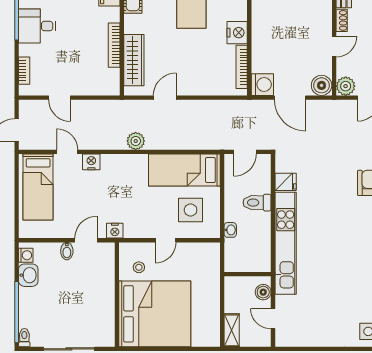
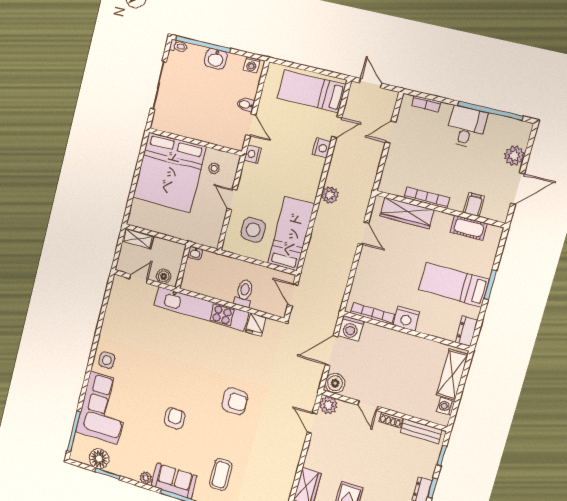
washbasin: (230, 230) -> (195, 253), moved
washbasin: (28, 275) -> (216, 59), moved

